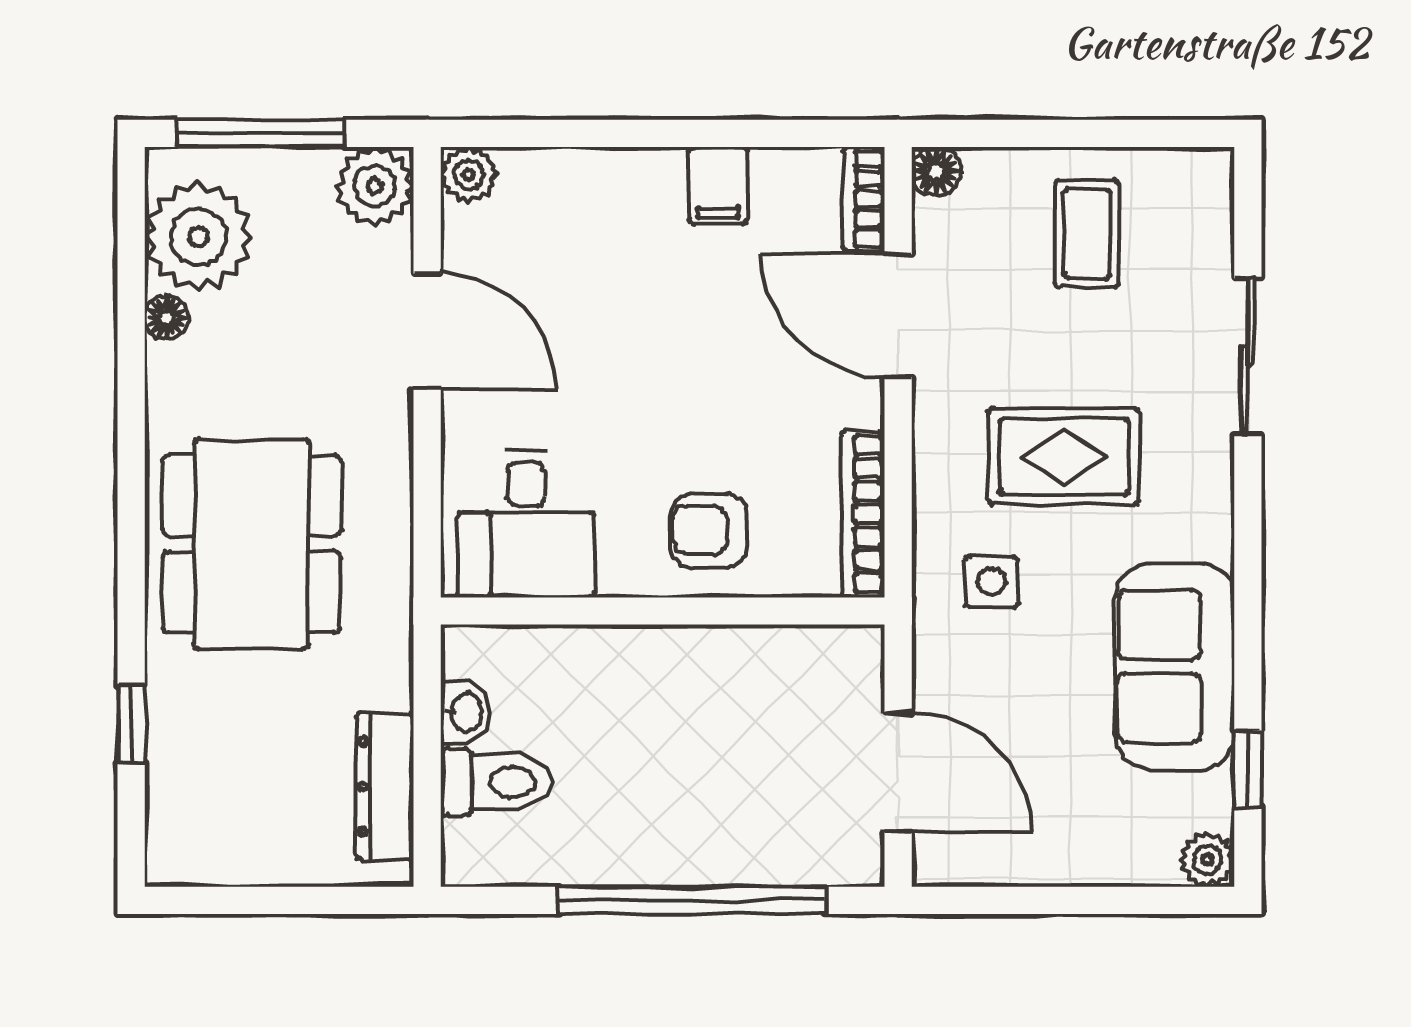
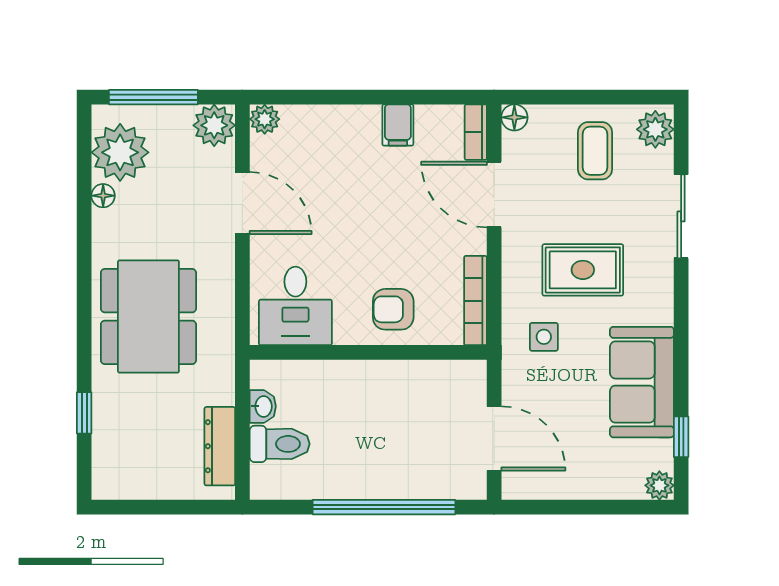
plant: (1200, 194) -> (655, 129), added

